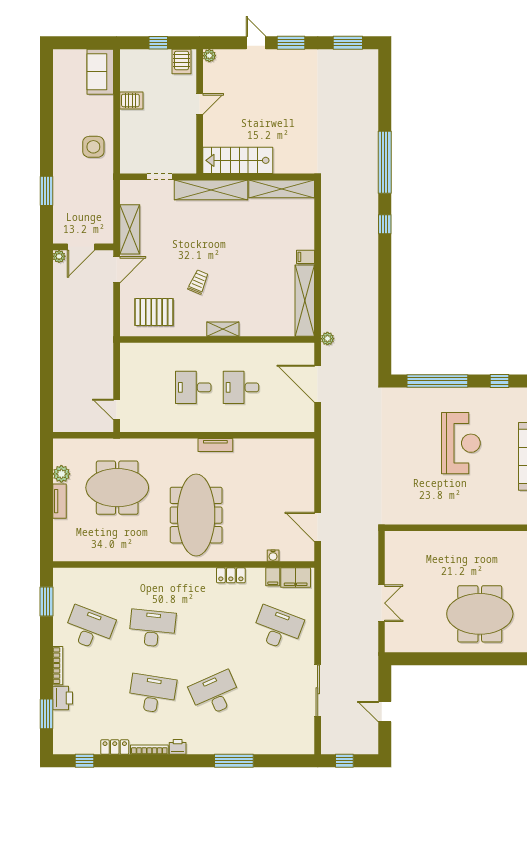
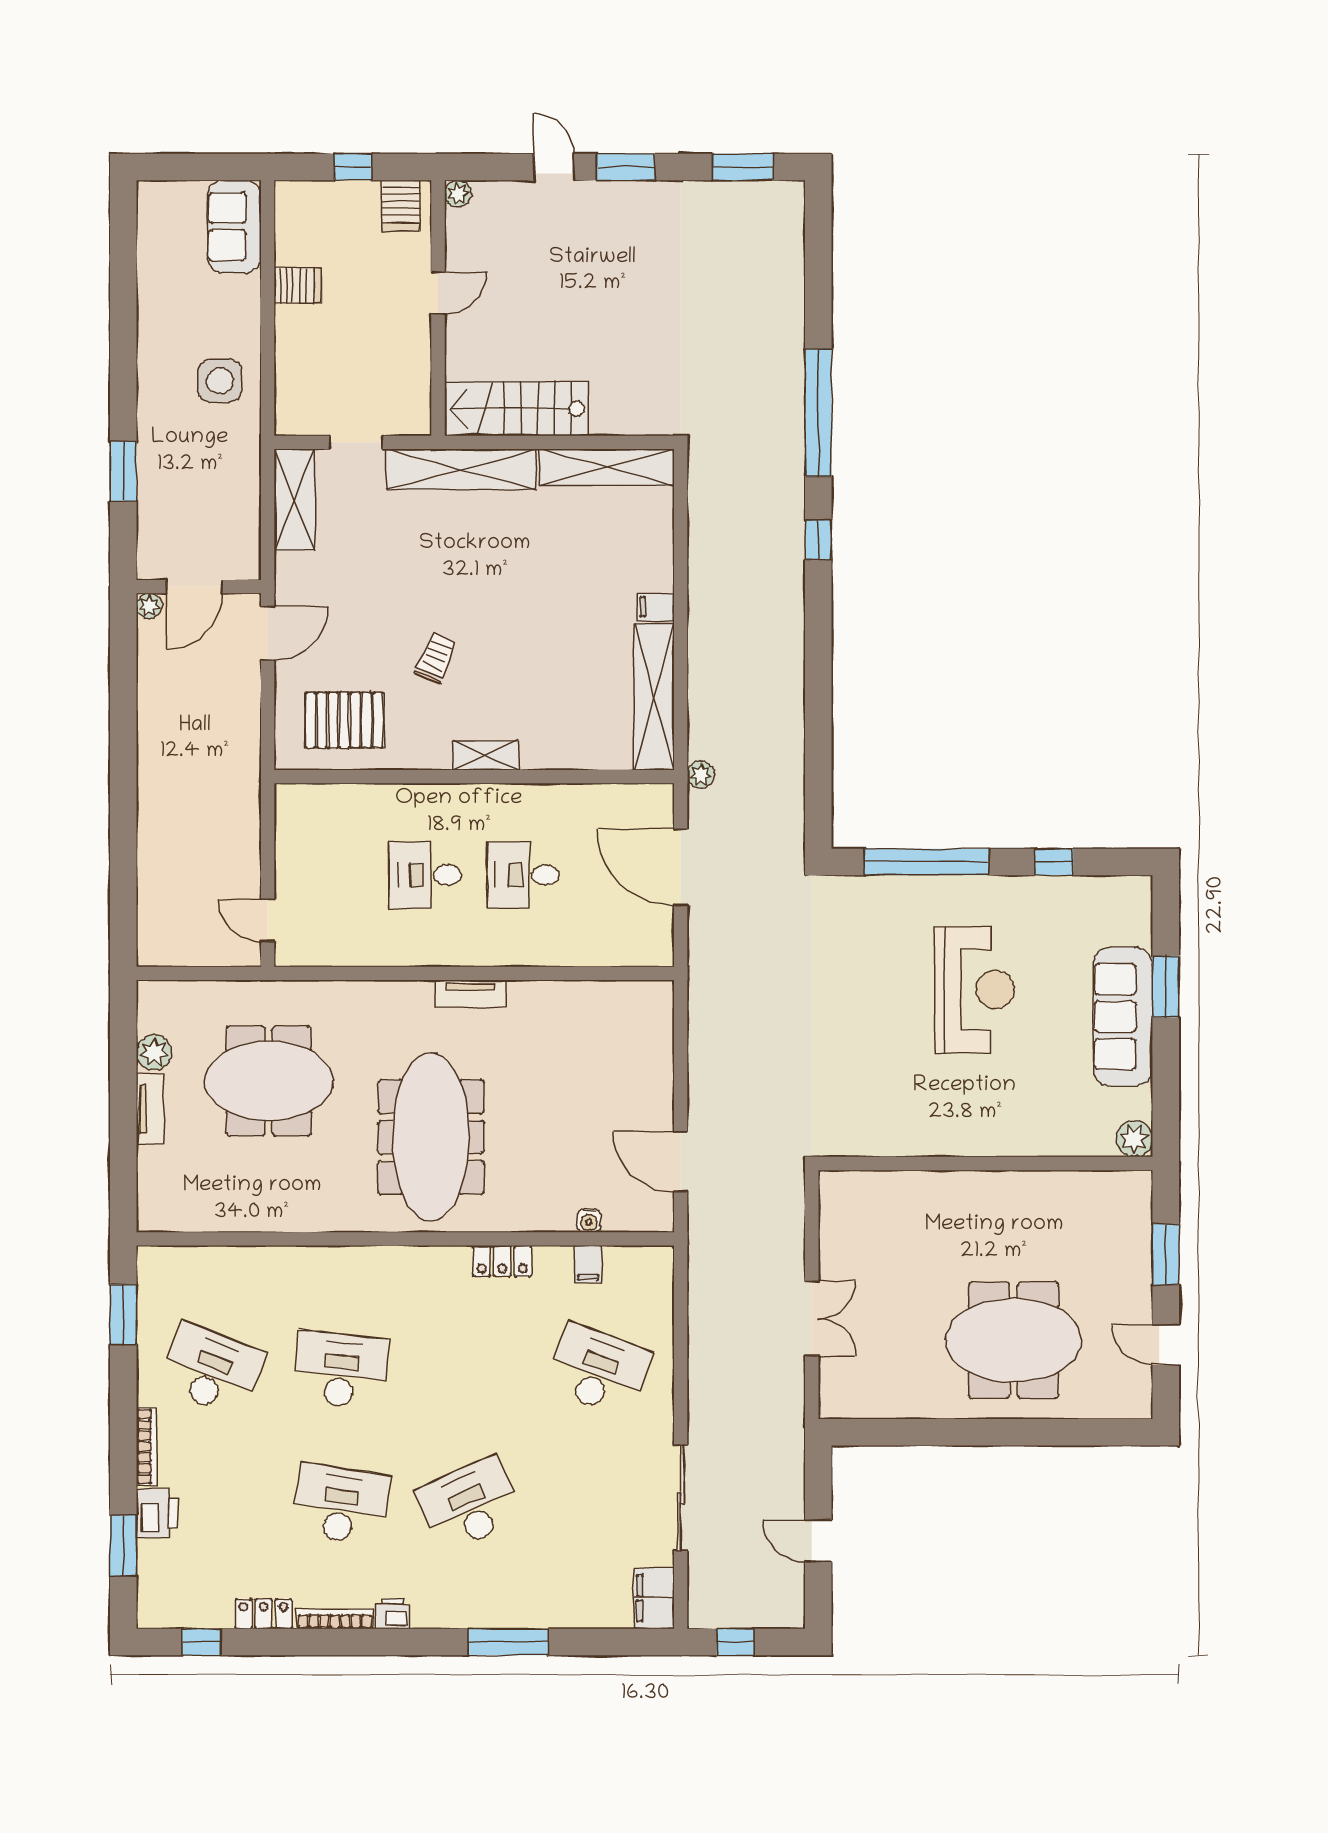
shelving: (130, 229) -> (294, 500), moved
filing cabinet: (296, 577) -> (654, 1598), moved, turned 90

